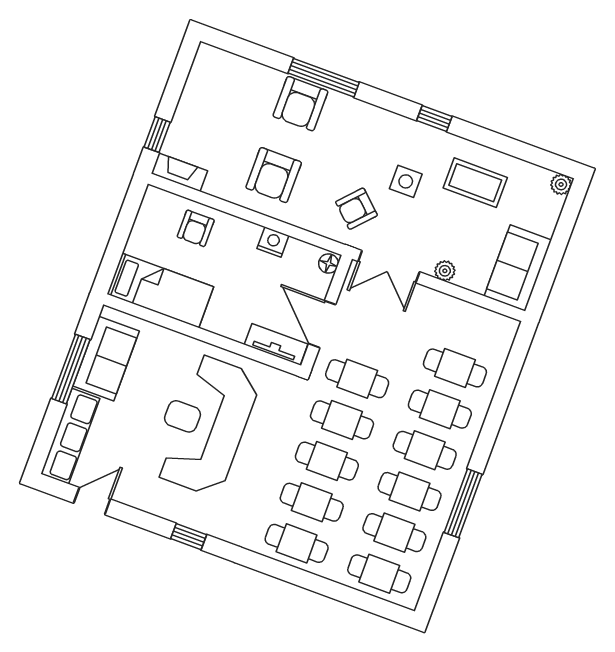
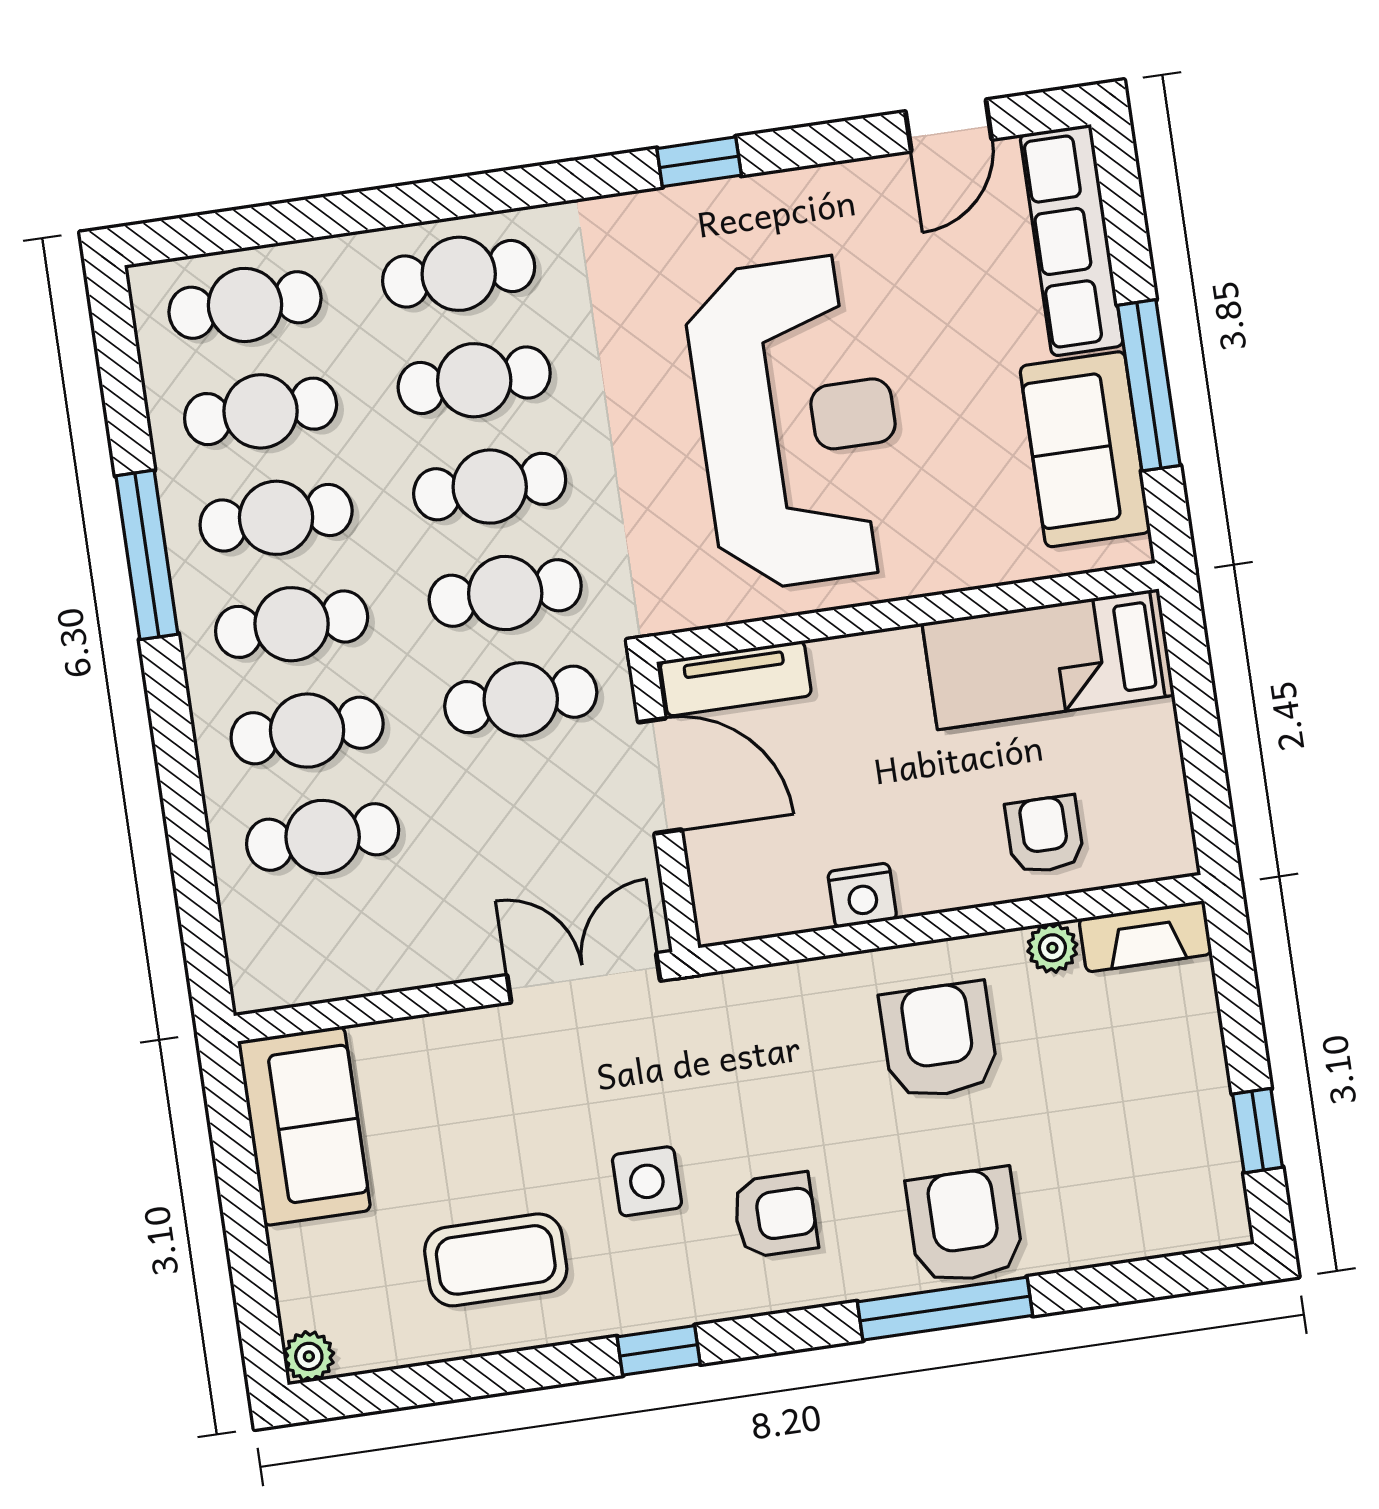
window: (157, 135) -> (1258, 1131), moved
armchair: (356, 209) -> (775, 1215), moved, turned 47
floor lamp: (329, 264) -> (717, 914), removed
plant: (445, 271) -> (1052, 948), moved

